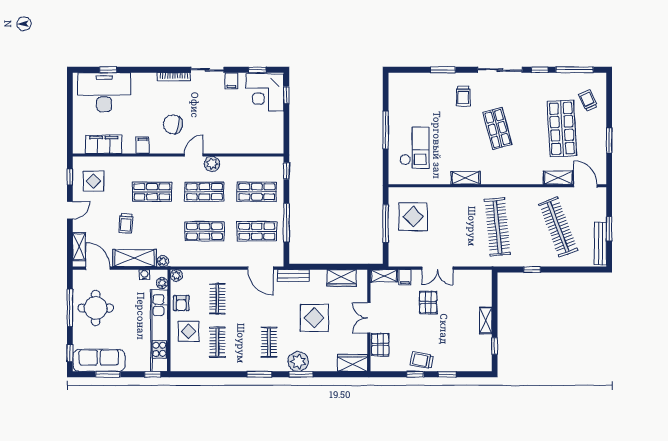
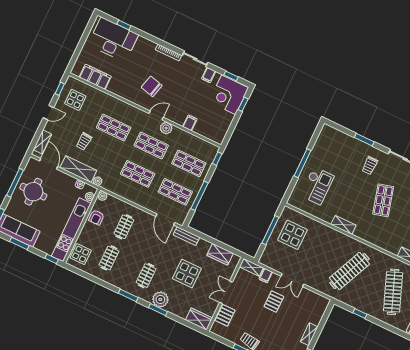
filing cabinet: (143, 145) -> (190, 123), moved
clothes rail: (497, 227) -> (349, 271), turned 30
display table: (188, 331) -> (81, 254), moved

